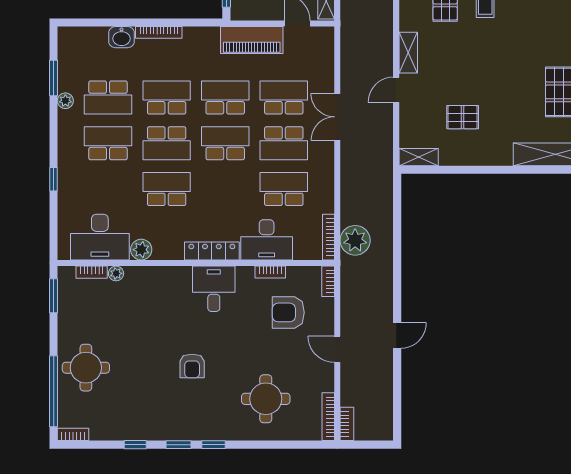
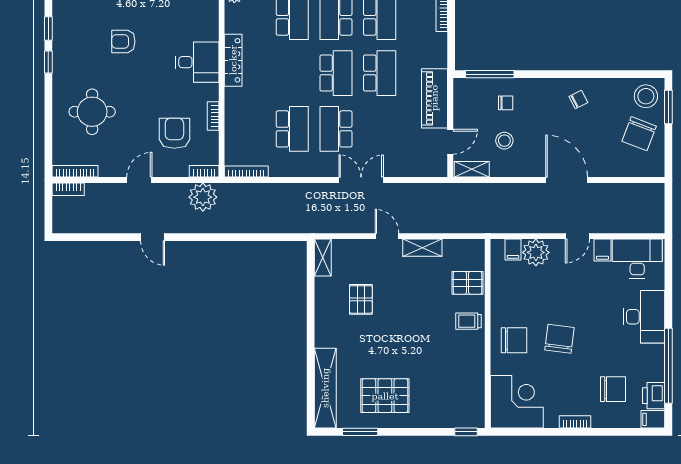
school desk: (284, 97) -> (380, 129), removed
desk: (267, 240) -> (244, 113), removed
plant: (355, 240) -> (203, 197), moved

